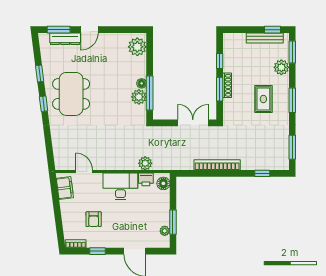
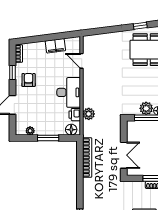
bookcase: (217, 165) -> (87, 157), moved
door: (84, 171) -> (82, 61), swing flipped
filing cabinet: (65, 188) -> (55, 46), moved
armchair: (94, 219) -> (29, 80), moved, turned 90
window: (173, 222) -> (48, 138), moved

